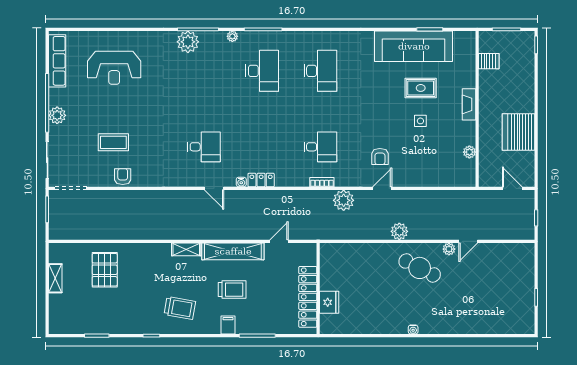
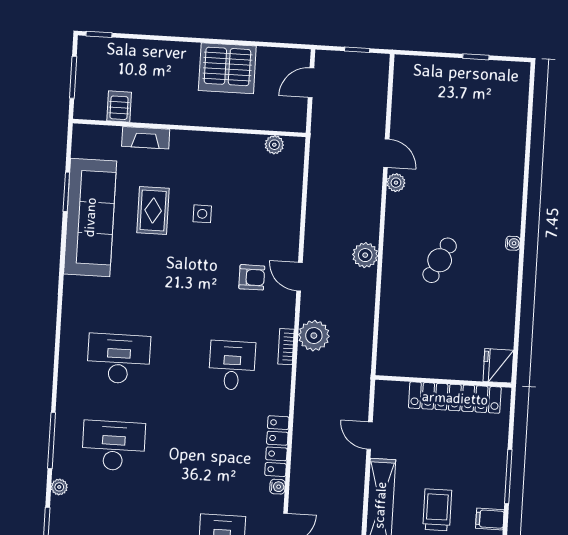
fireplace: (469, 104) -> (146, 138), moved
plant: (469, 152) -> (274, 145), moved
locker: (261, 180) -> (277, 446), width x1.53
bookcase: (322, 182) -> (286, 347), moved
cafe table: (420, 268) -> (440, 260), moved, width x0.73, depth x0.74
fridge: (329, 302) -> (498, 366), moved, turned -90

